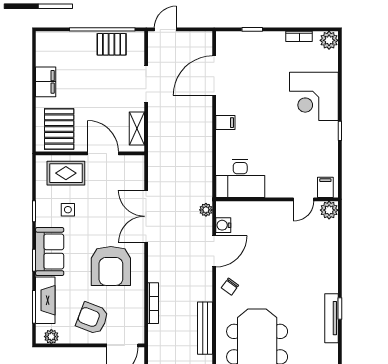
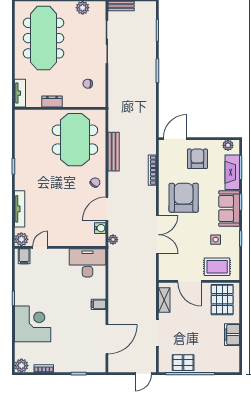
armchair: (92, 318) -> (197, 159), turned -111
tv unit: (331, 318) -> (20, 209), moved

